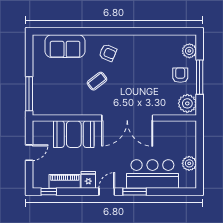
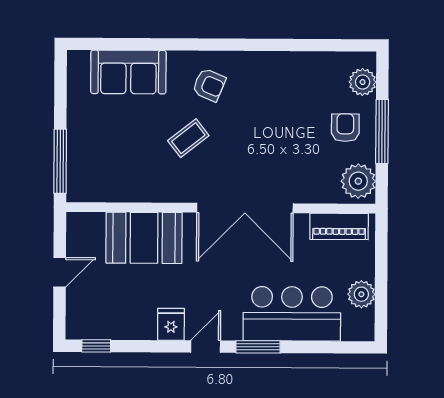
piano: (65, 181) -> (339, 226), moved, turned 180

